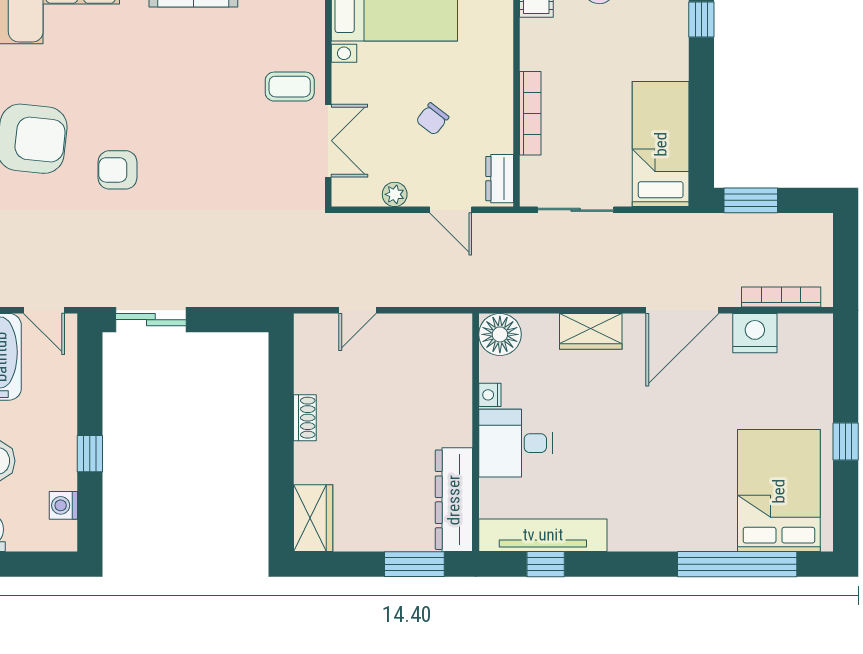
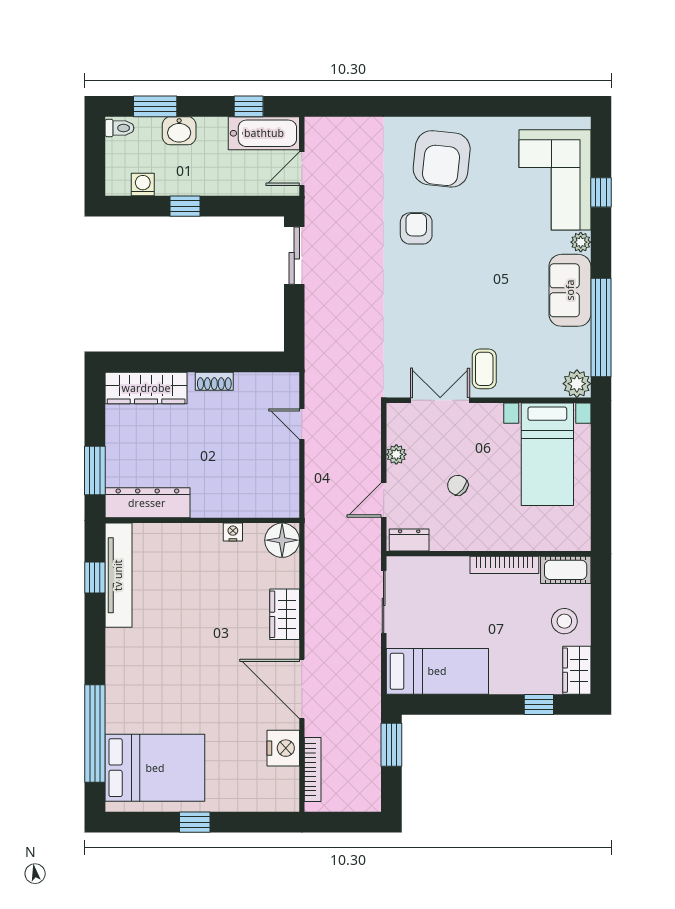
bookcase: (530, 113) -> (504, 565), moved
double door: (328, 141) -> (440, 400), swing flipped
desk: (515, 443) -> (193, 553), removed
wardrobe: (313, 518) -> (146, 388), width x1.50

